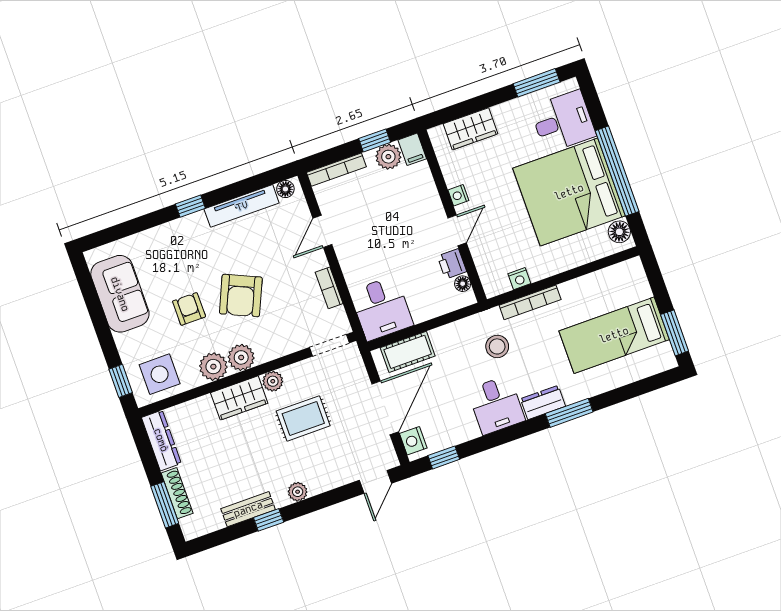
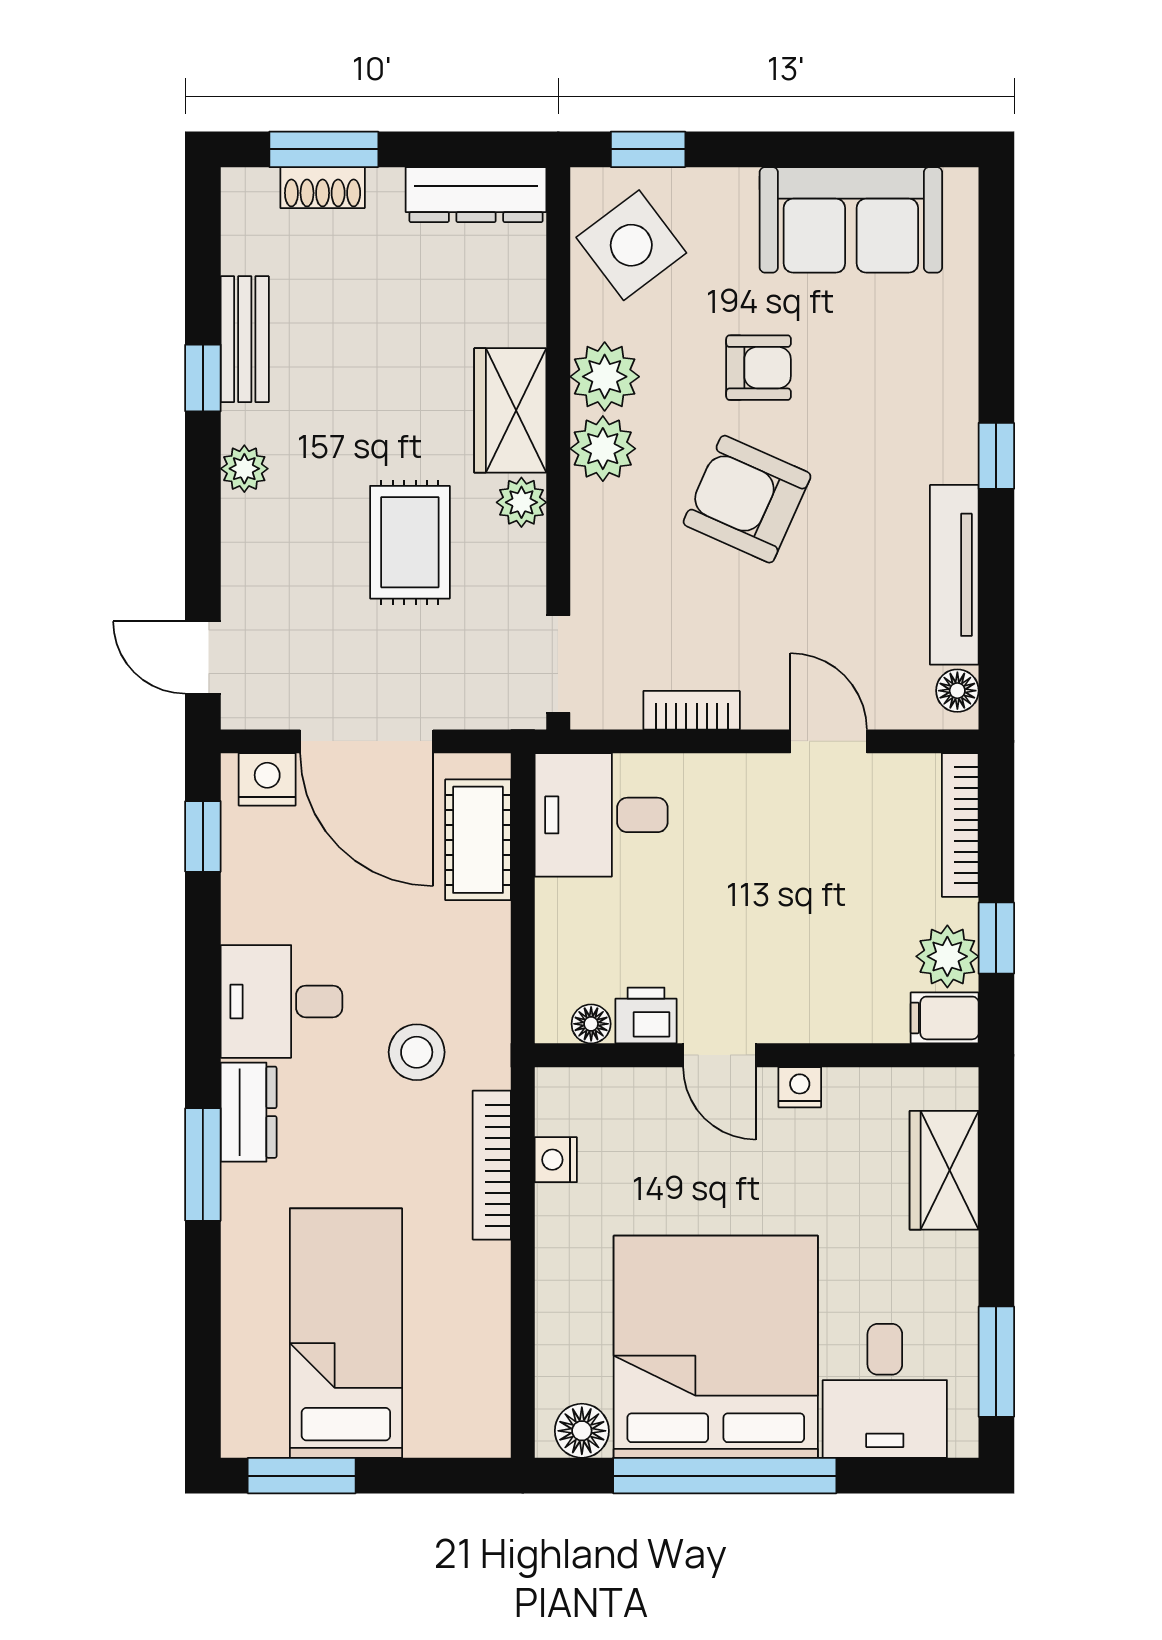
side table: (160, 374) -> (631, 245), turned -37
shoe rack: (177, 493) -> (323, 188), width x0.70

